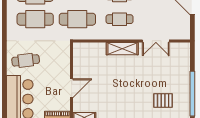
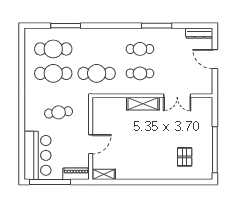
cafe table: (26, 60) -> (59, 112), moved
pallet: (163, 100) -> (185, 157), turned 90

